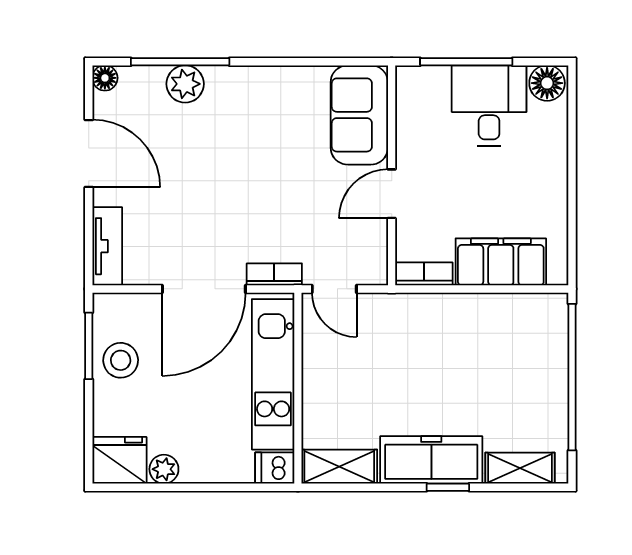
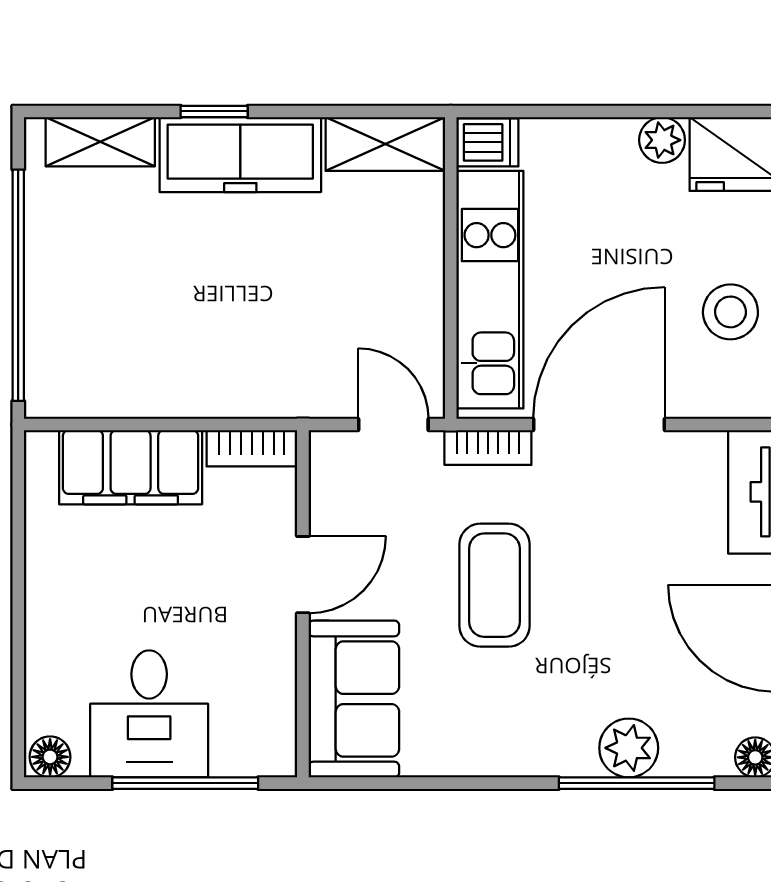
floor lamp: (547, 83) -> (50, 757), width x0.73, depth x0.73
coffee table: (270, 187) -> (495, 585), added

